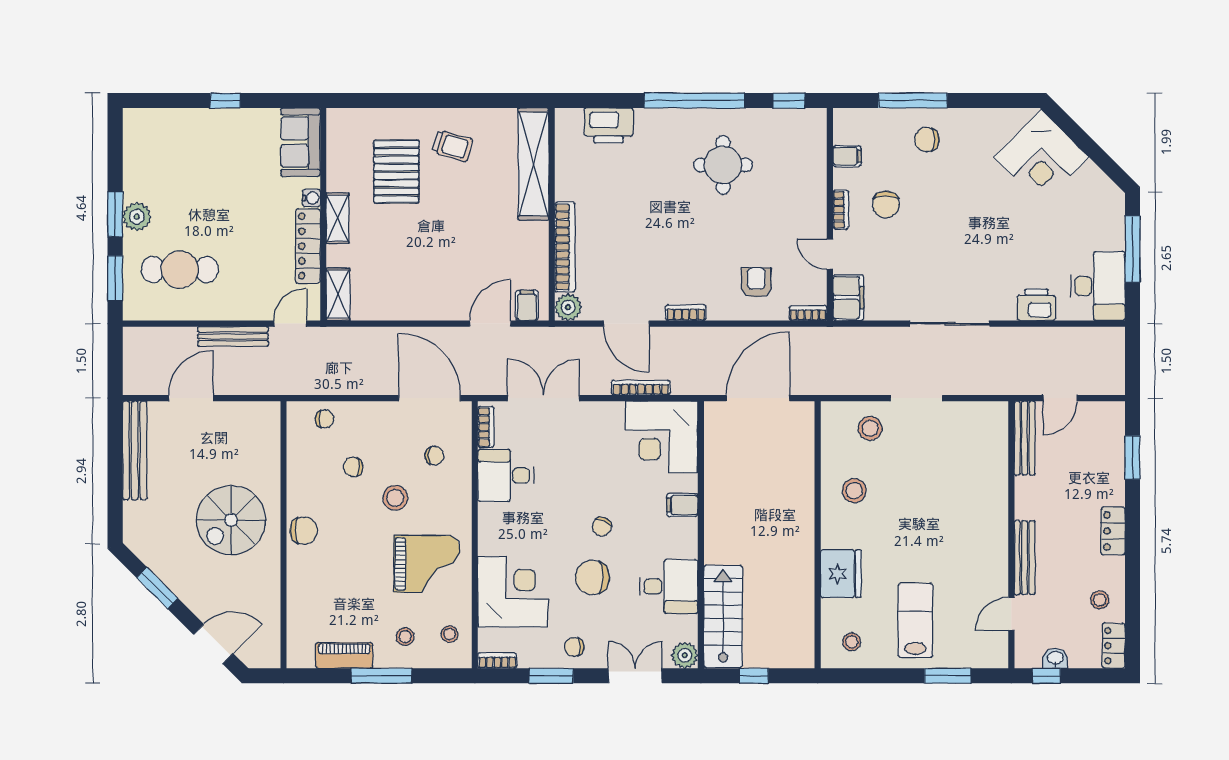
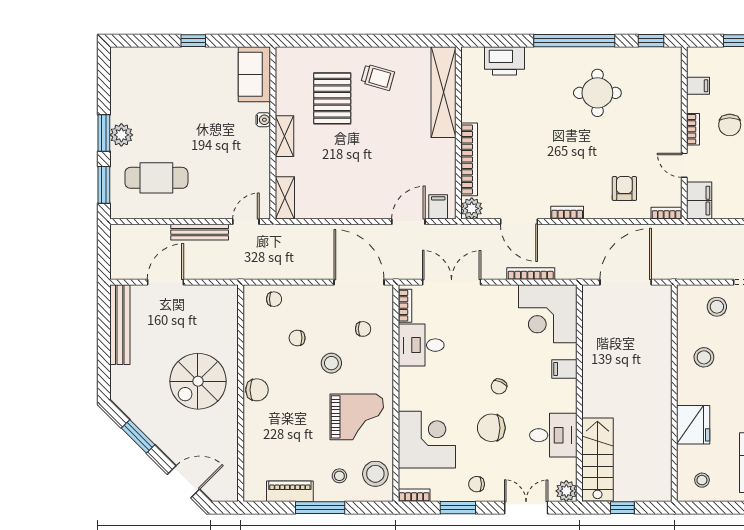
locker: (308, 246) -> (260, 159), removed
stool: (450, 634) -> (375, 474), width x1.89, depth x1.89

